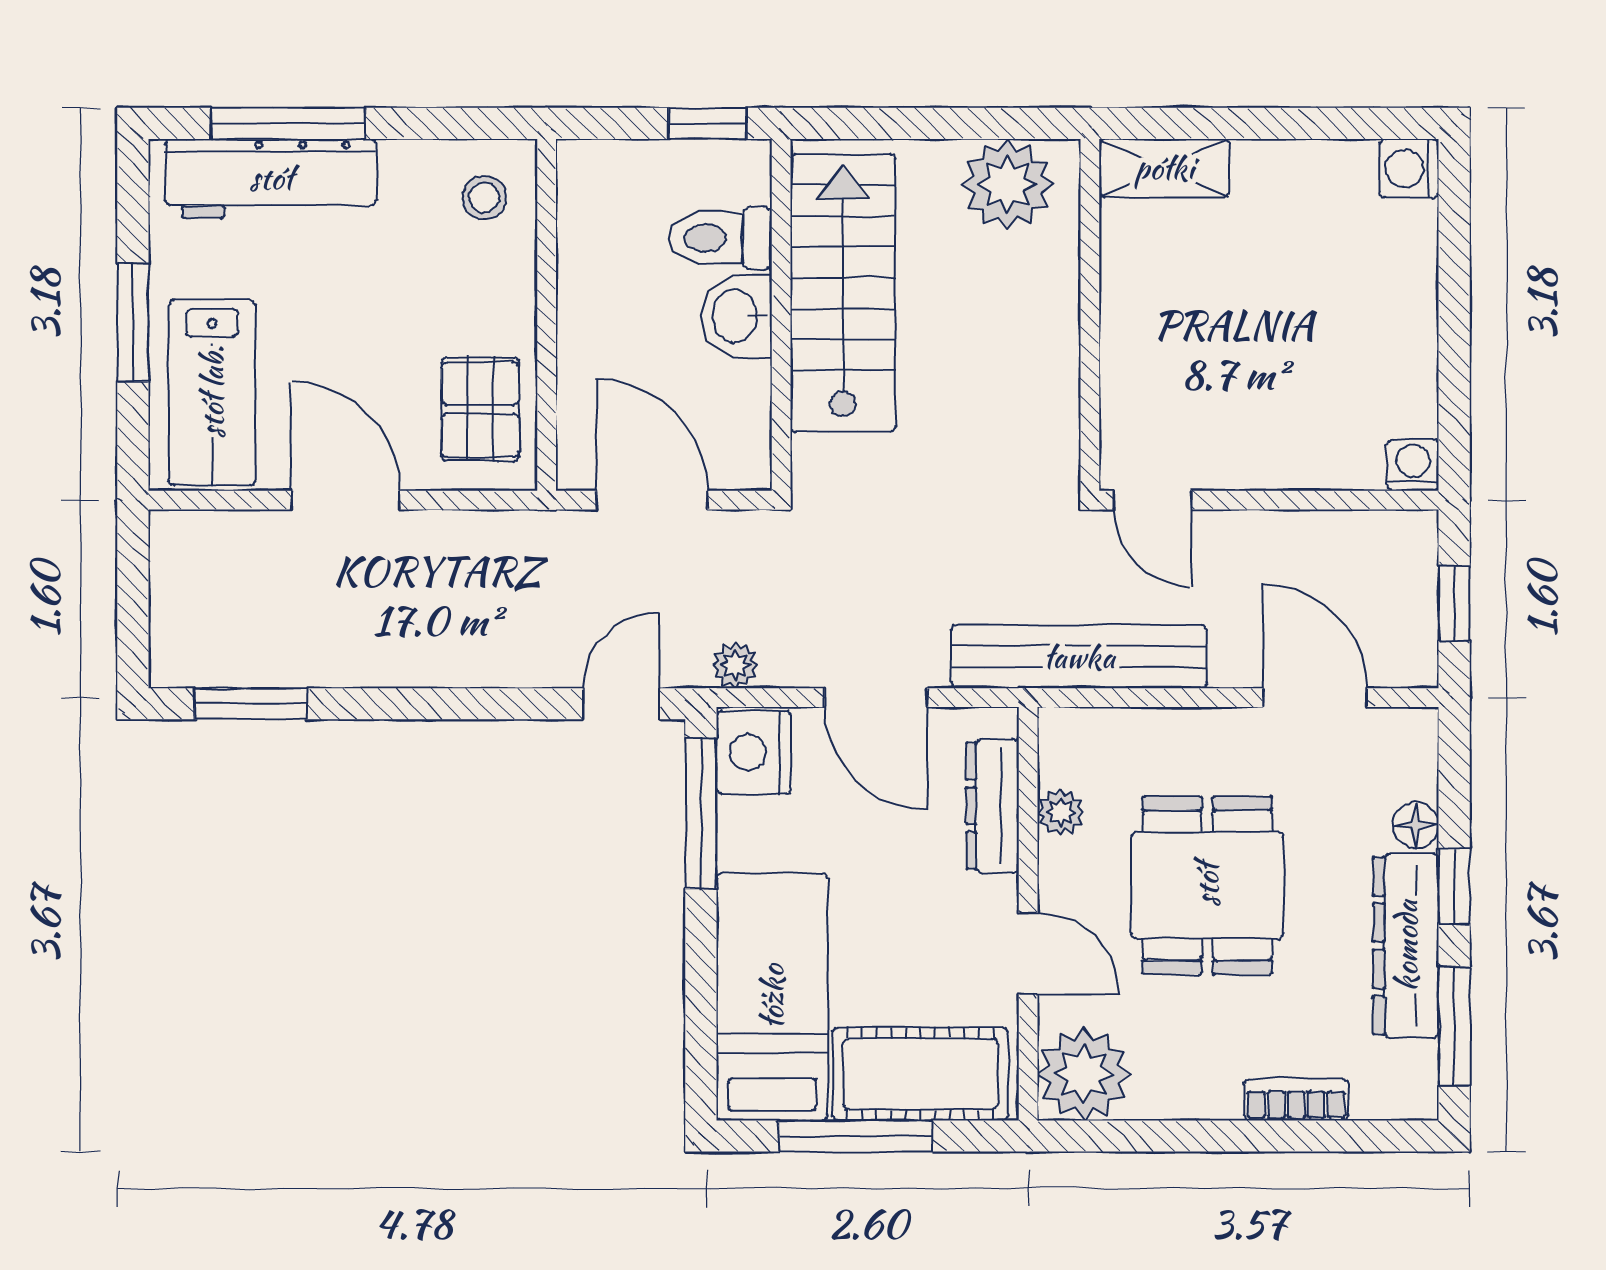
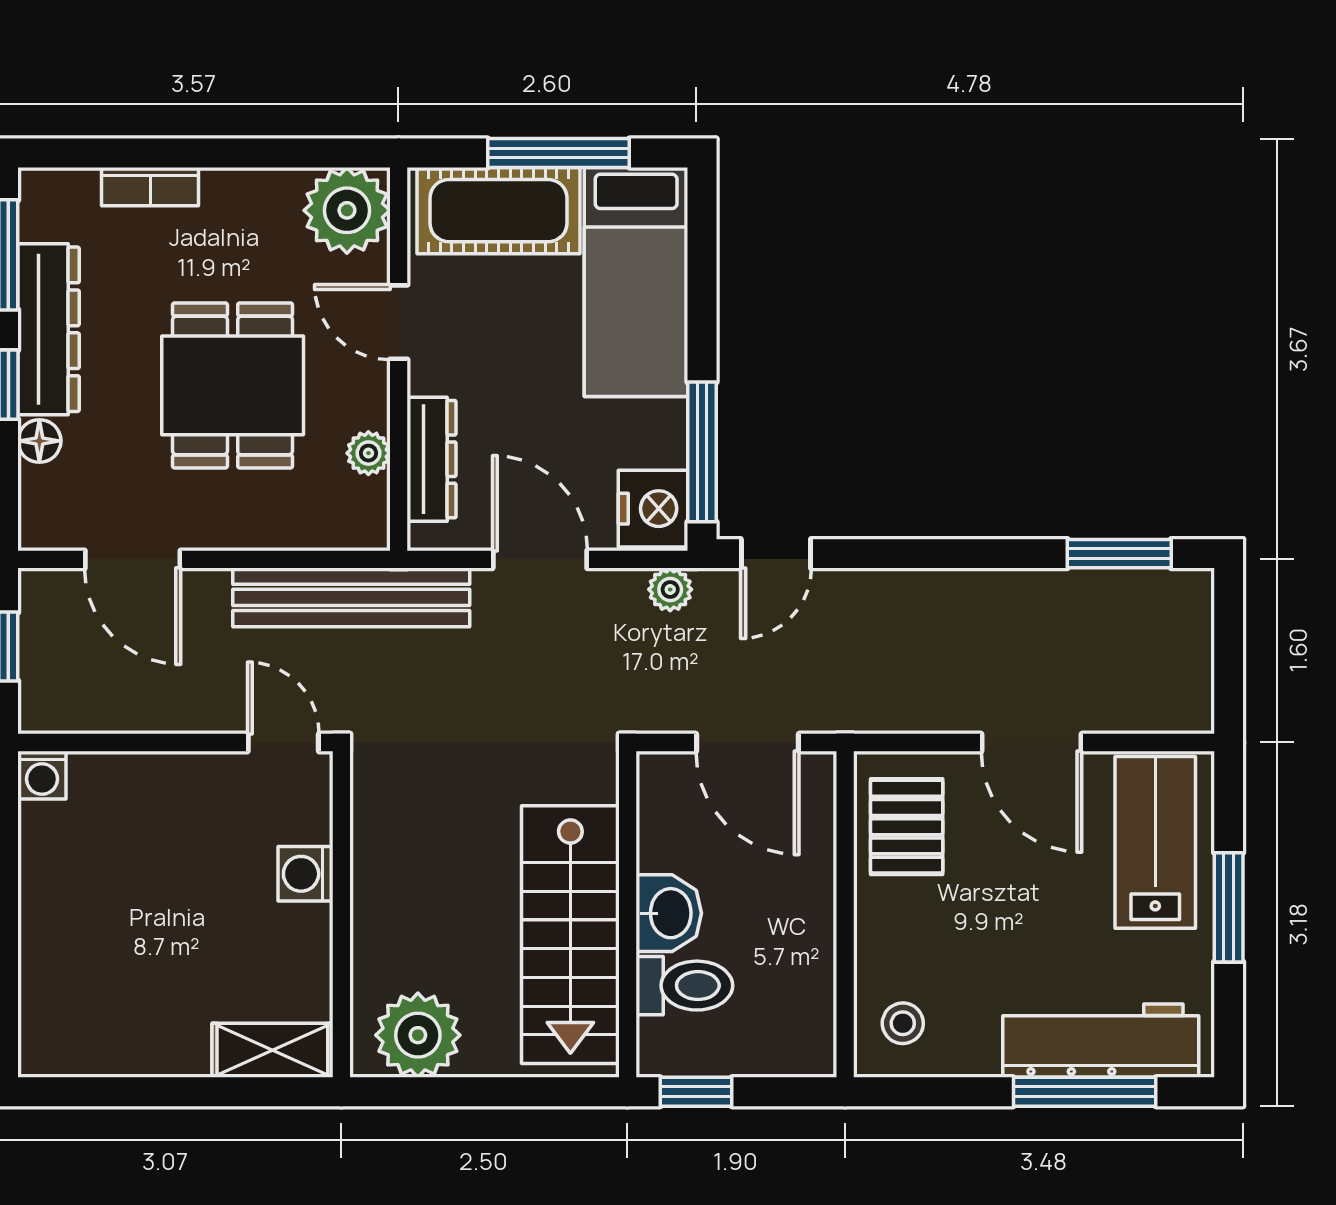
washing machine: (1409, 168) -> (305, 874), moved, turned 180

